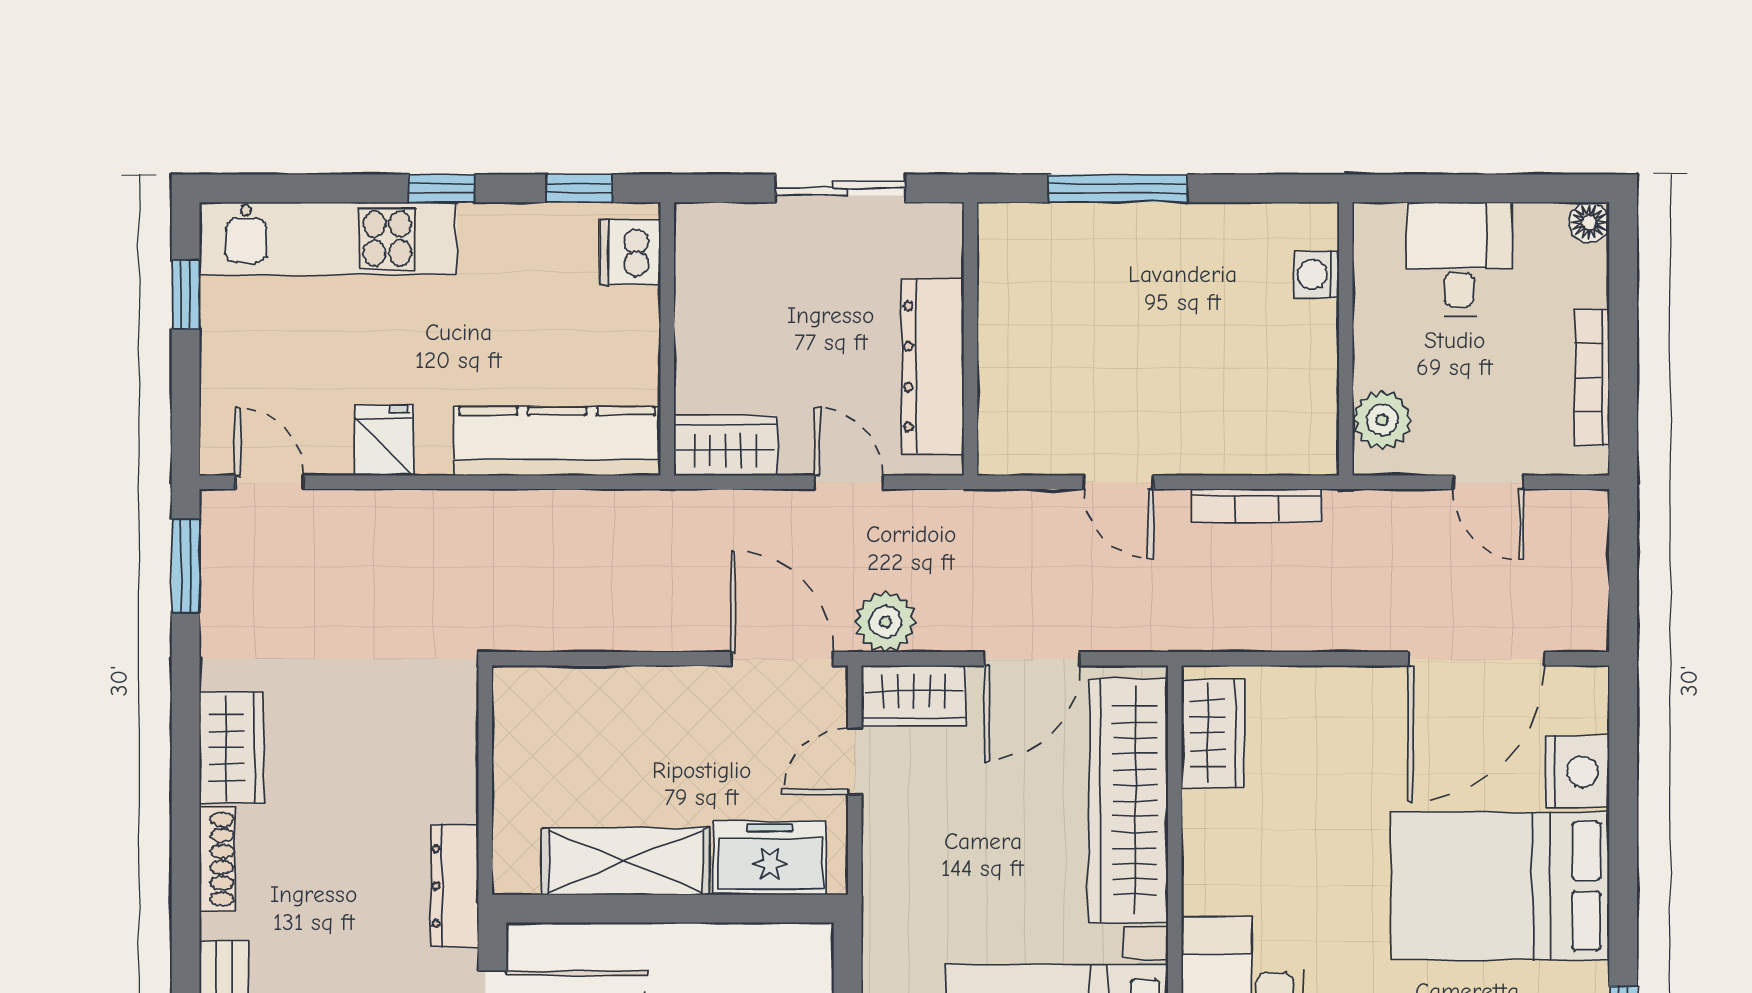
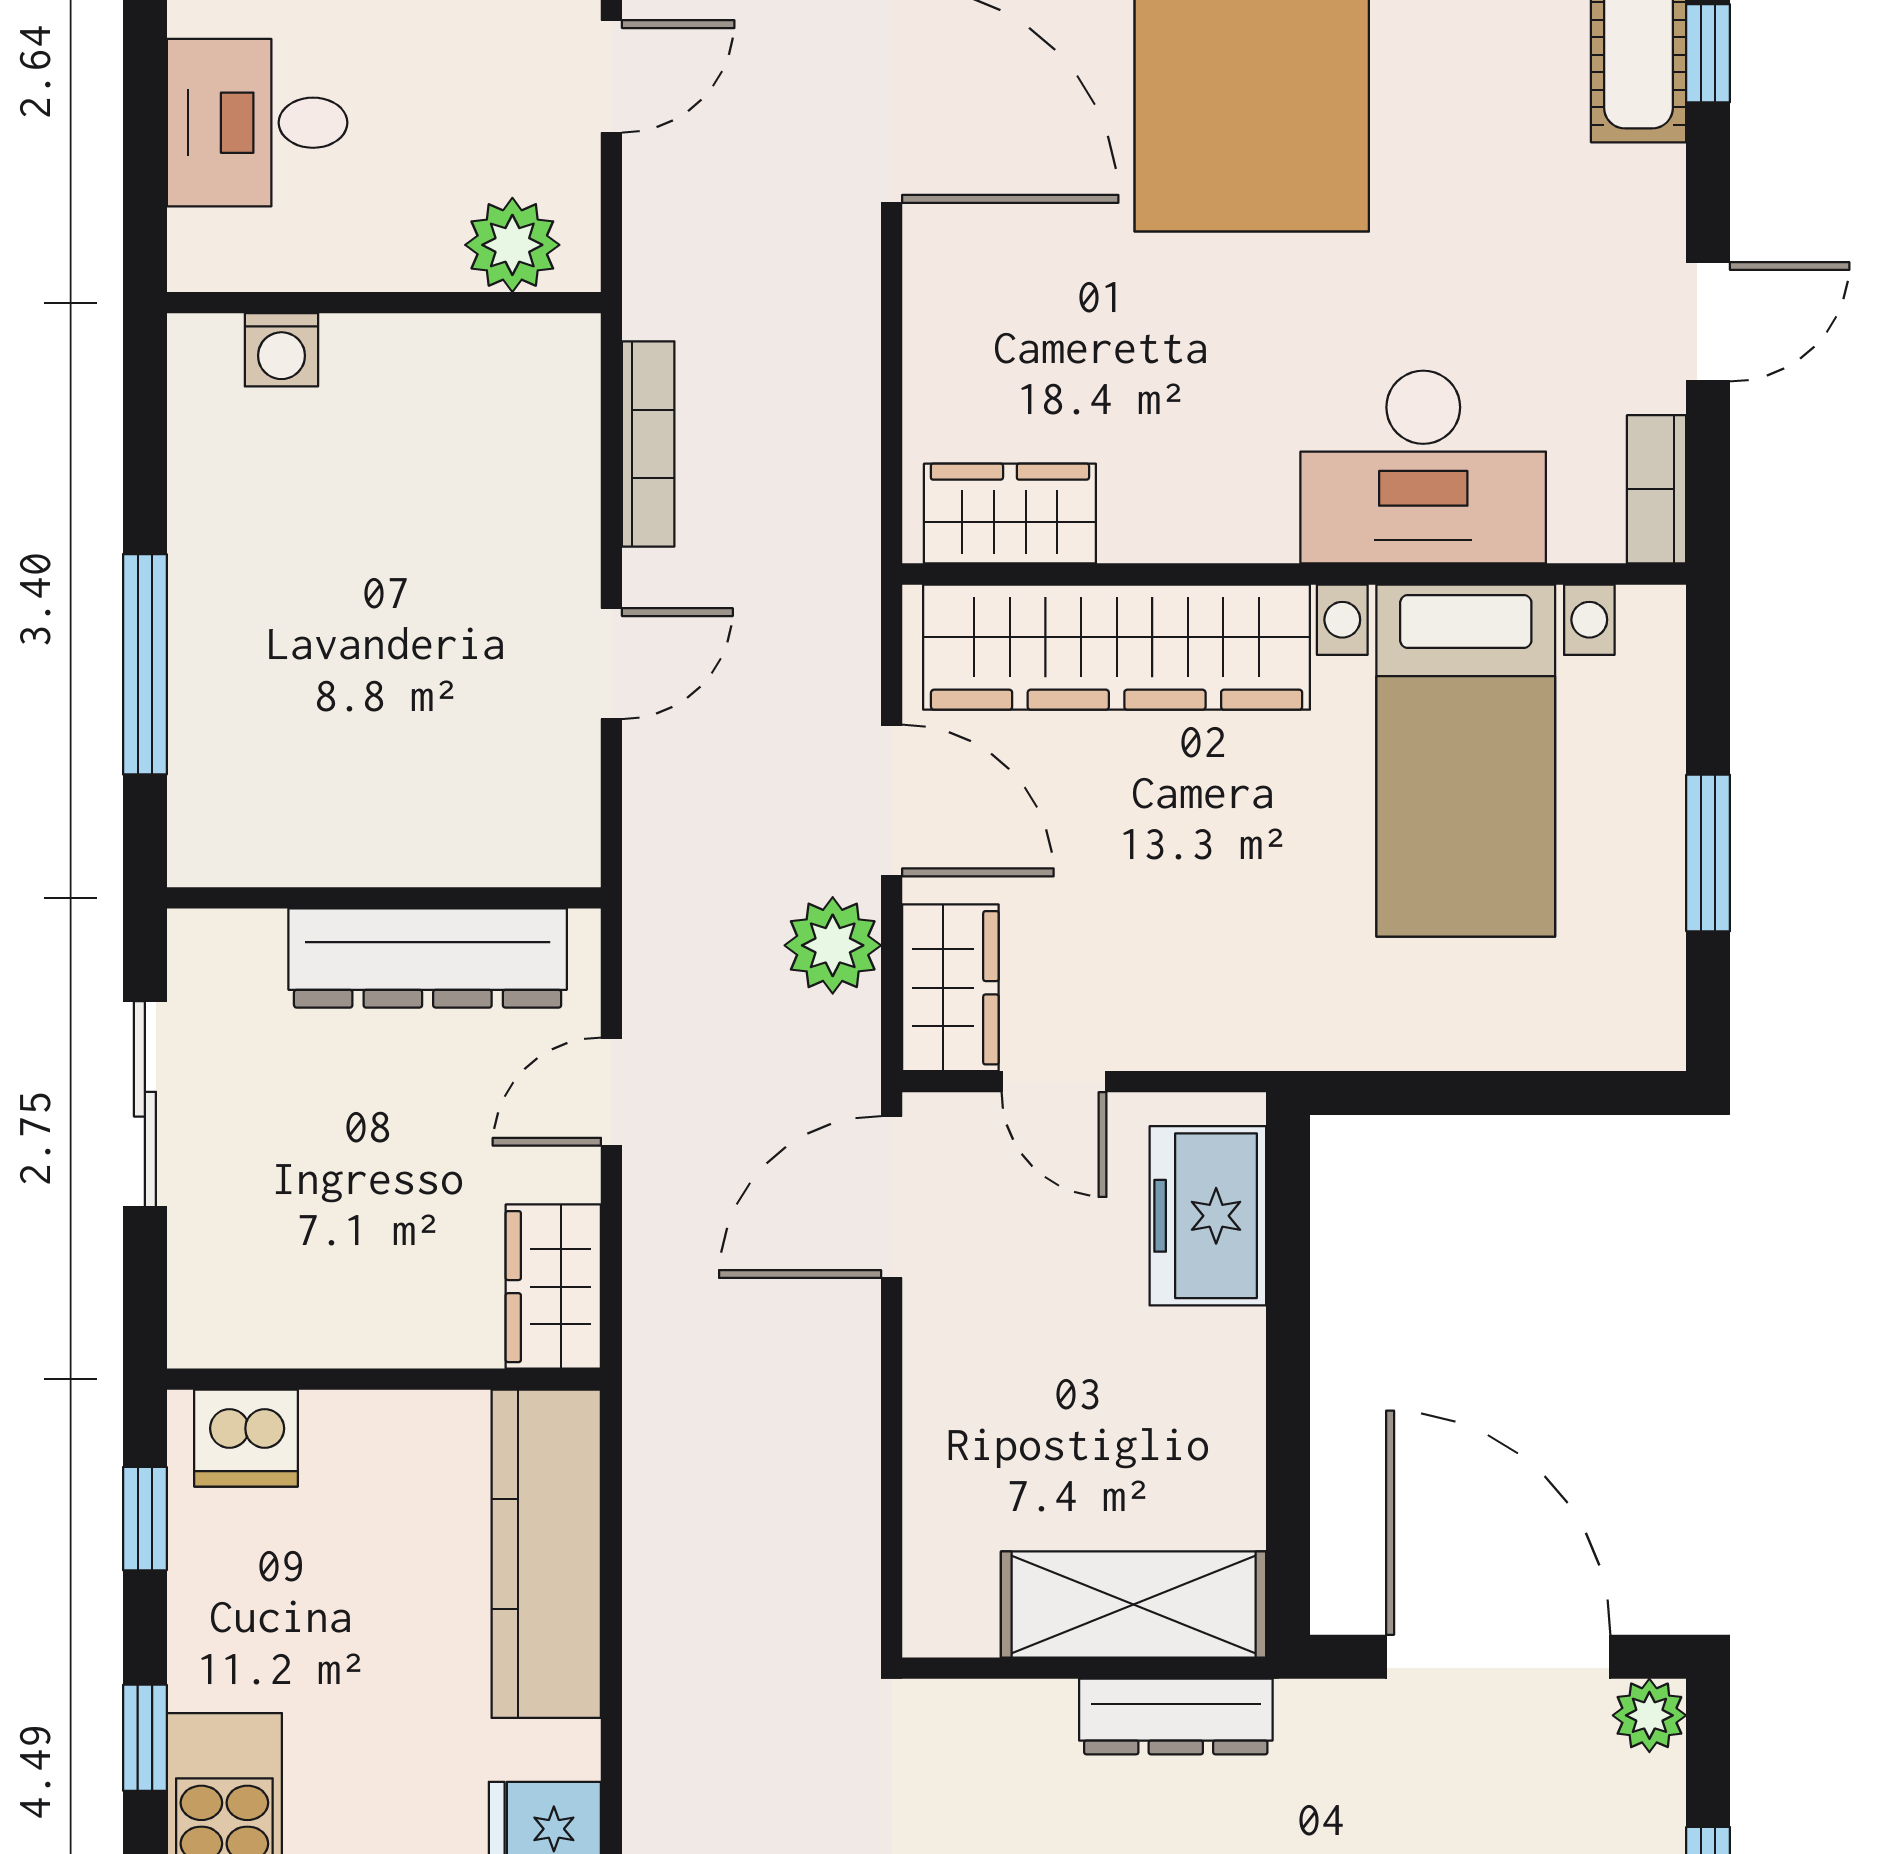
plant: (885, 622) -> (833, 945), moved
shelving: (626, 861) -> (1134, 1605), moved, turned 90
dresser: (455, 886) -> (1176, 1716), moved

